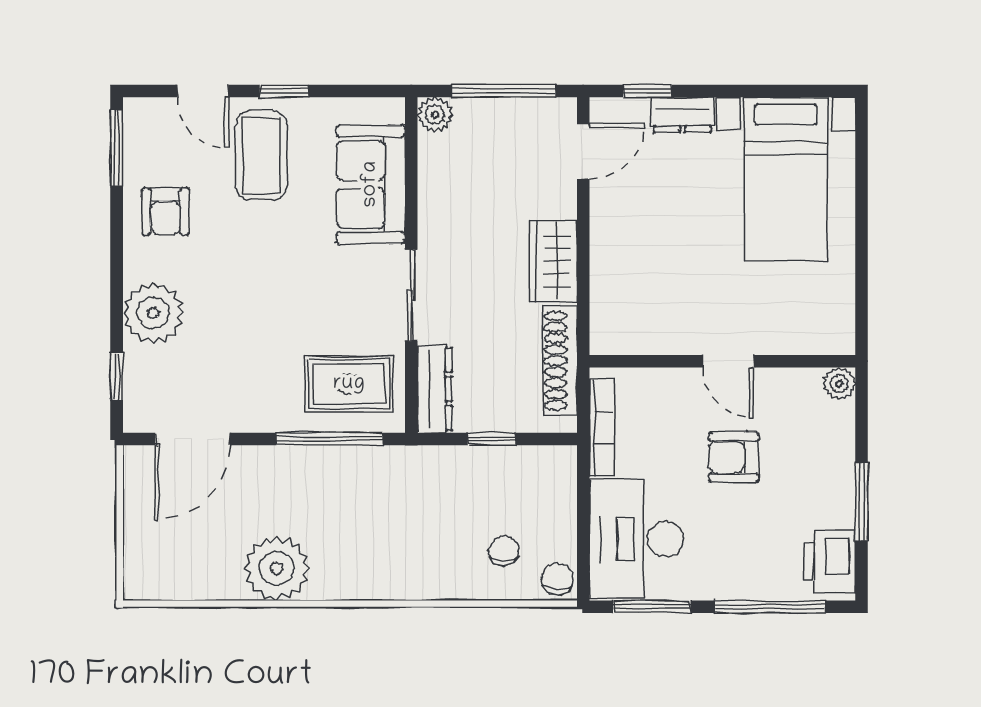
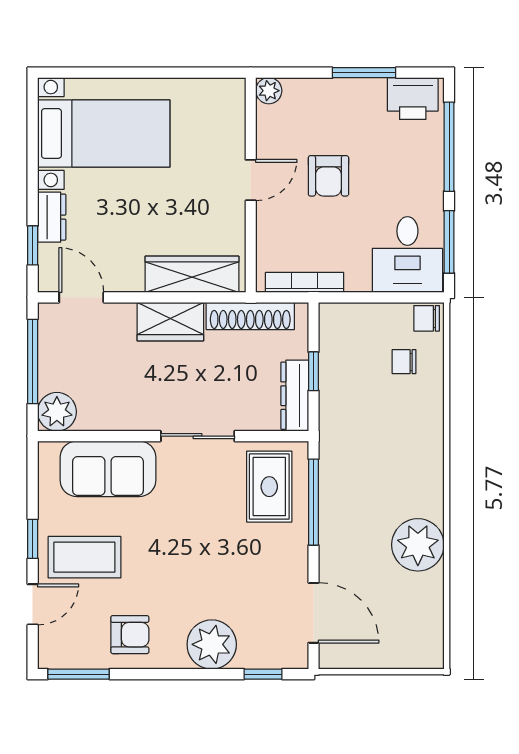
plant: (435, 115) -> (57, 412), width x1.38, depth x1.38
wardrobe: (612, 288) -> (192, 274), added
dresser: (435, 389) -> (295, 396), moved, turned -90
desk: (636, 539) -> (407, 255), width x0.73

